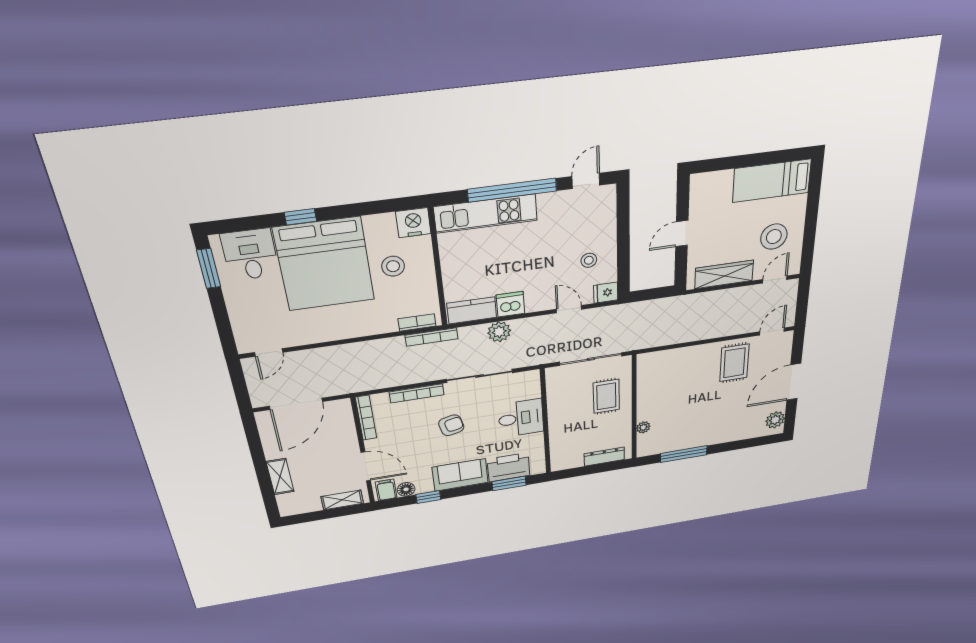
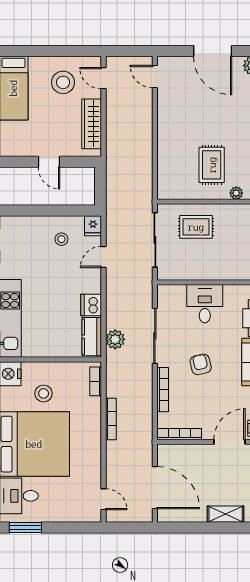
plant: (499, 332) -> (115, 339), moved
bookcase: (432, 337) -> (111, 419), moved
rug: (734, 363) -> (212, 165), moved, turned 90

